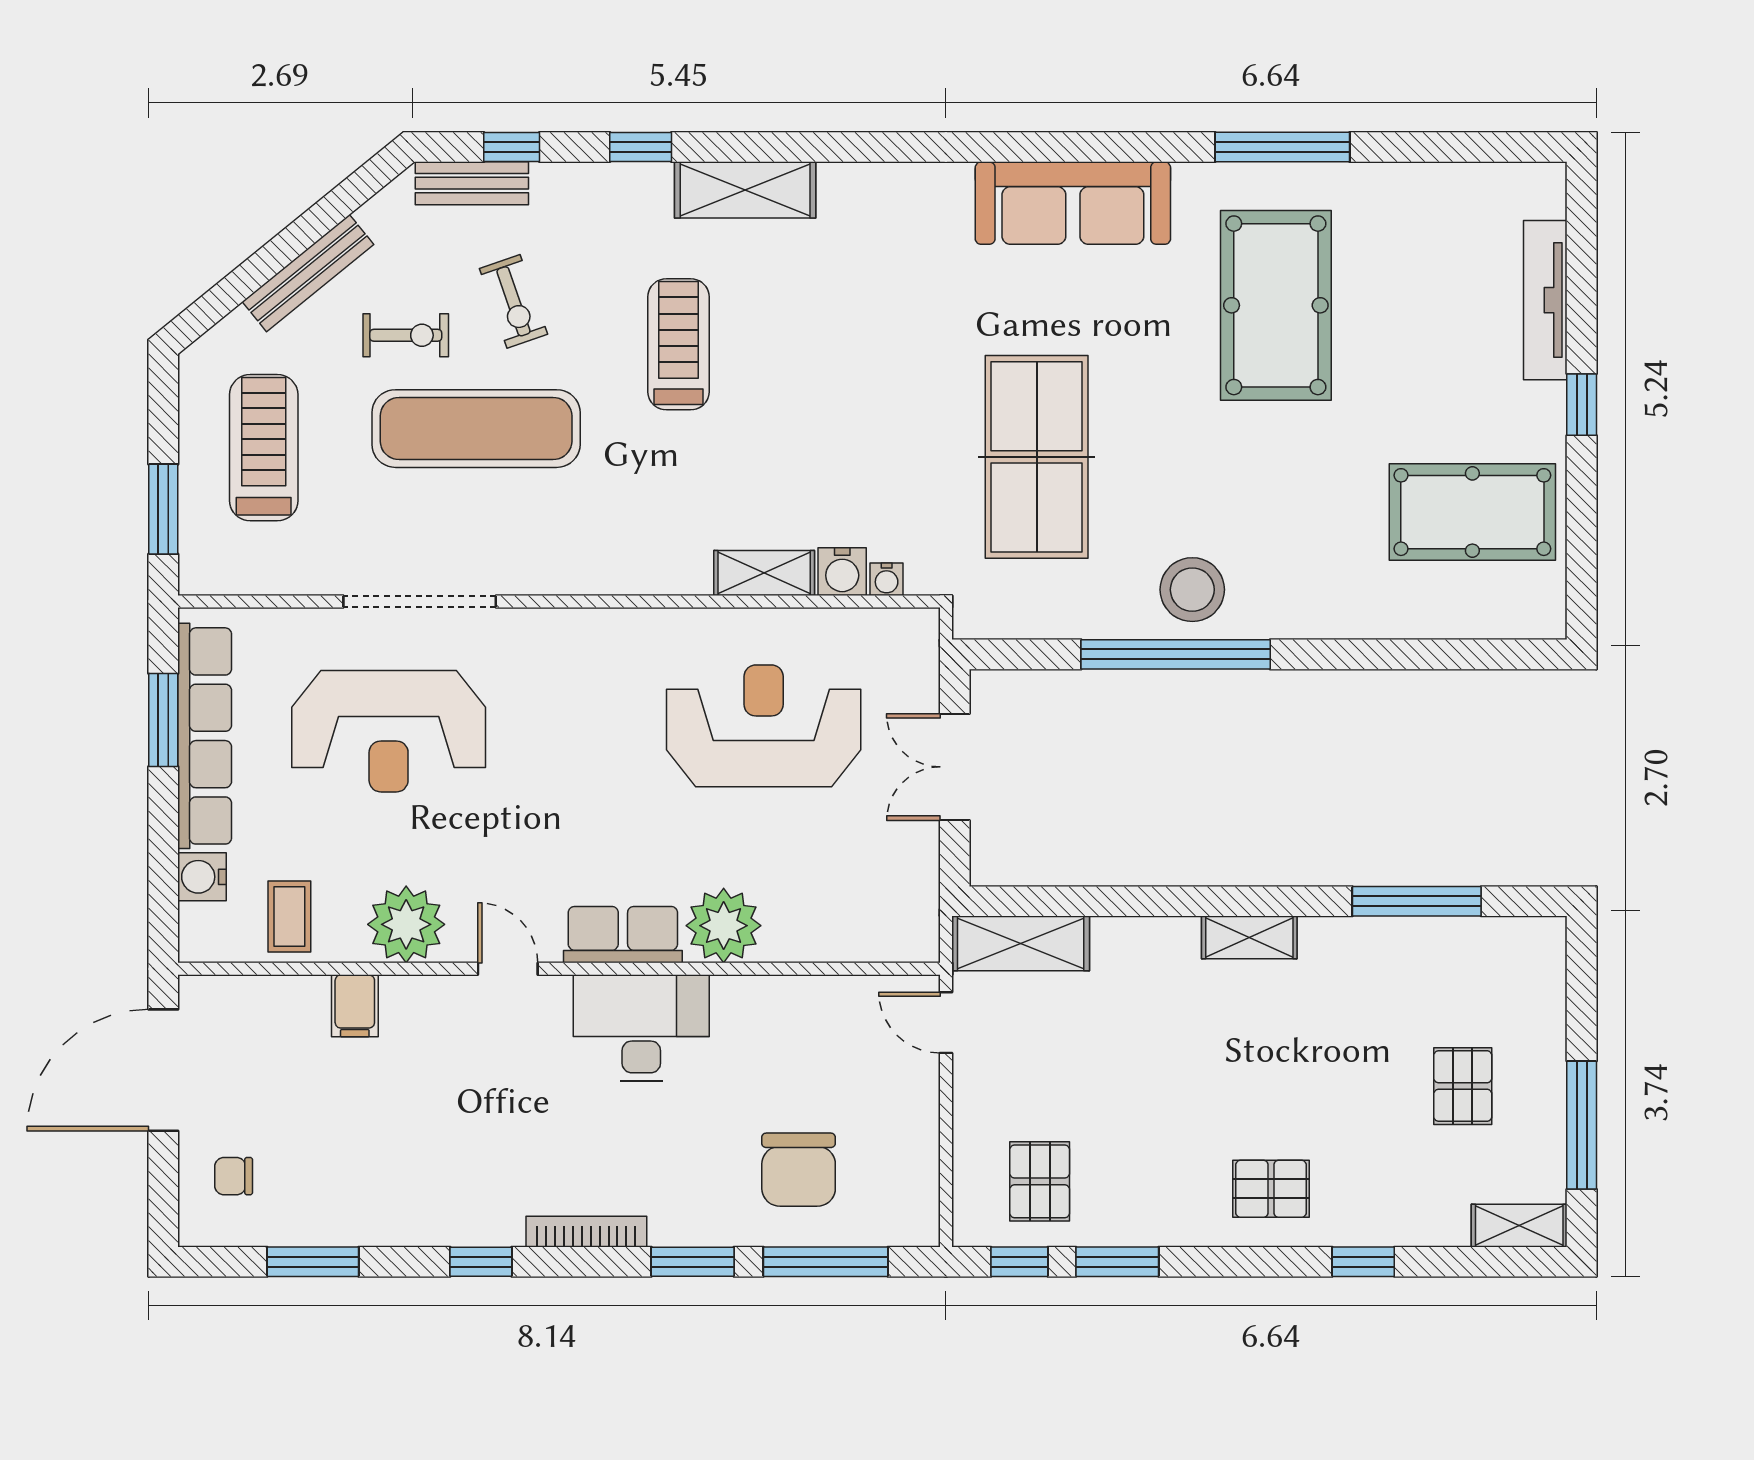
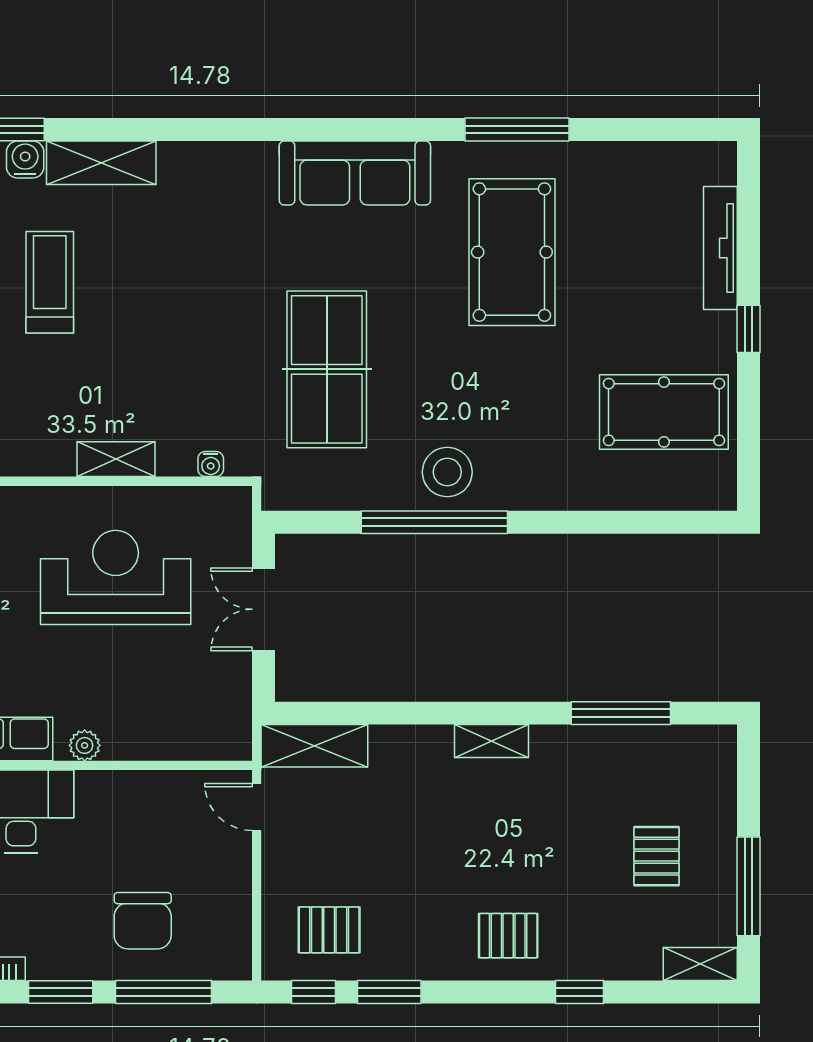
water cooler: (842, 572) -> (25, 159), moved, turned 180
plant: (724, 926) -> (85, 745), width x0.53, depth x0.53
pallet: (1040, 1181) -> (329, 930), turned 90

